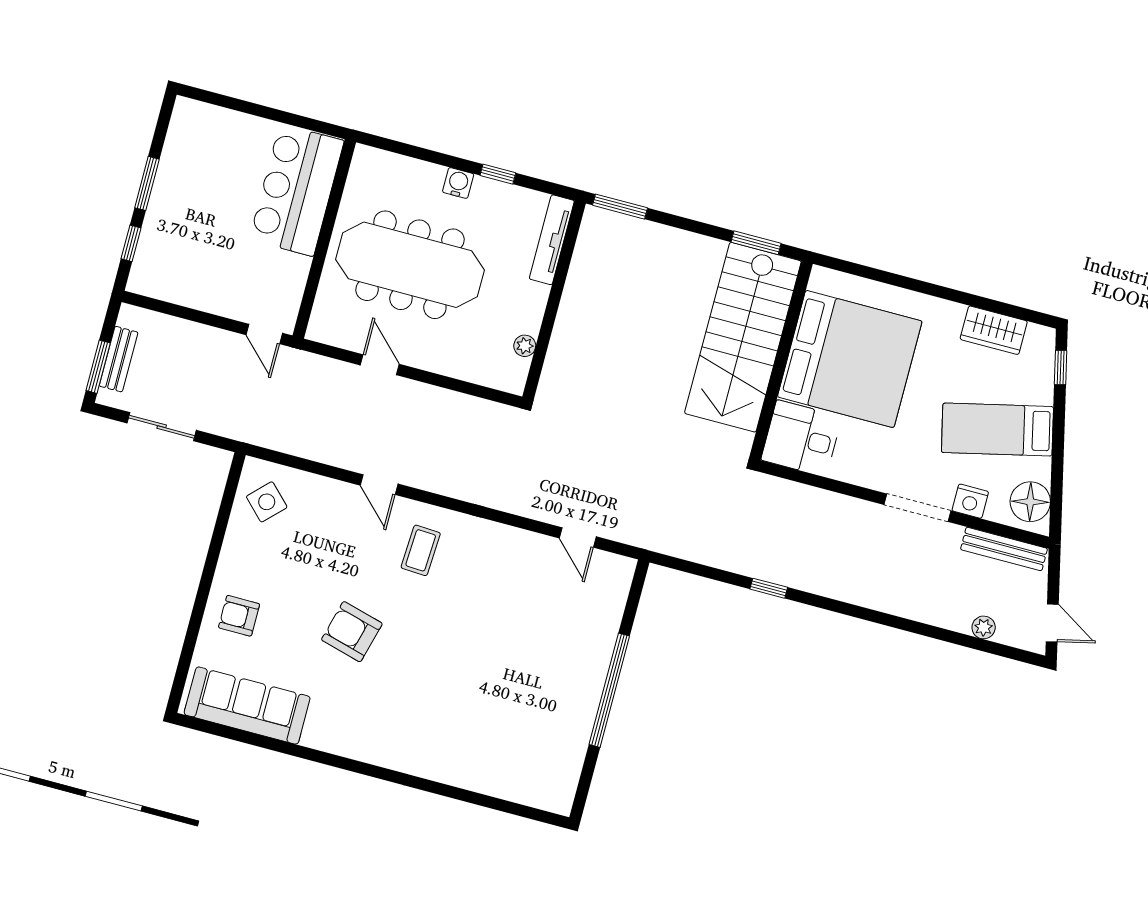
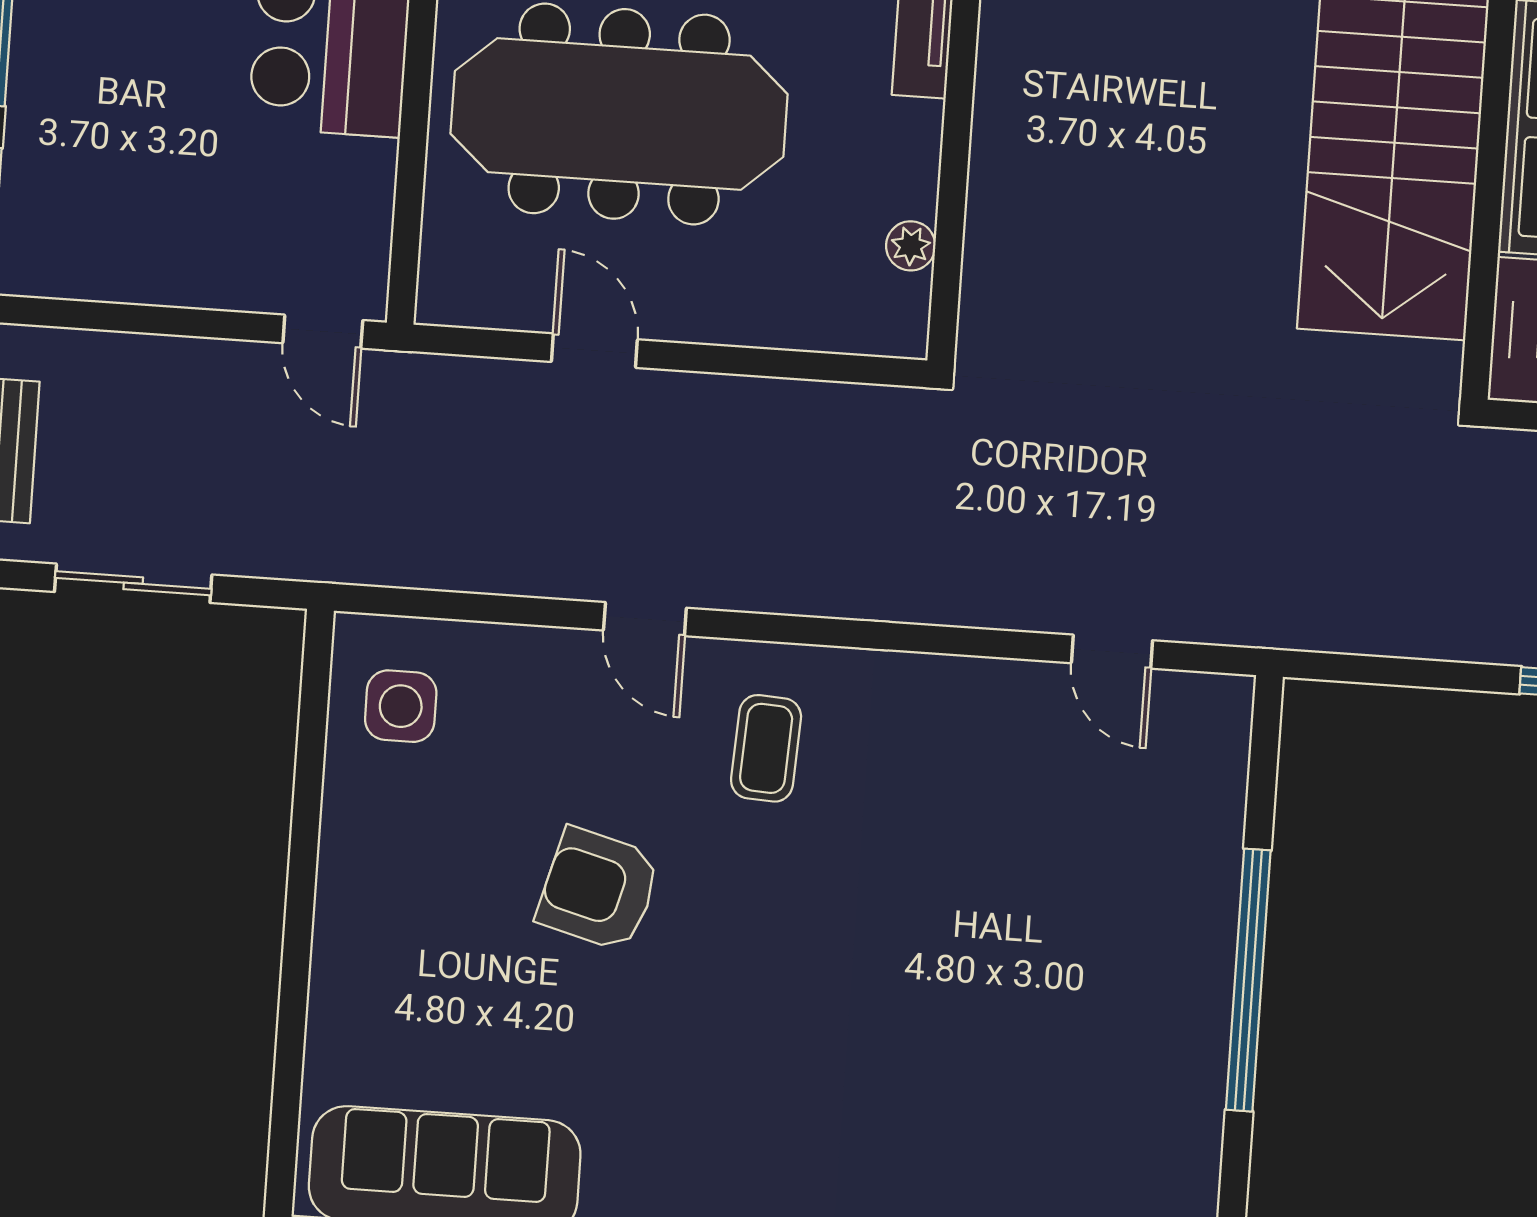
side table: (267, 502) -> (401, 706), turned 45
armchair: (239, 616) -> (388, 973), removed
armchair: (352, 632) -> (599, 889), moved

